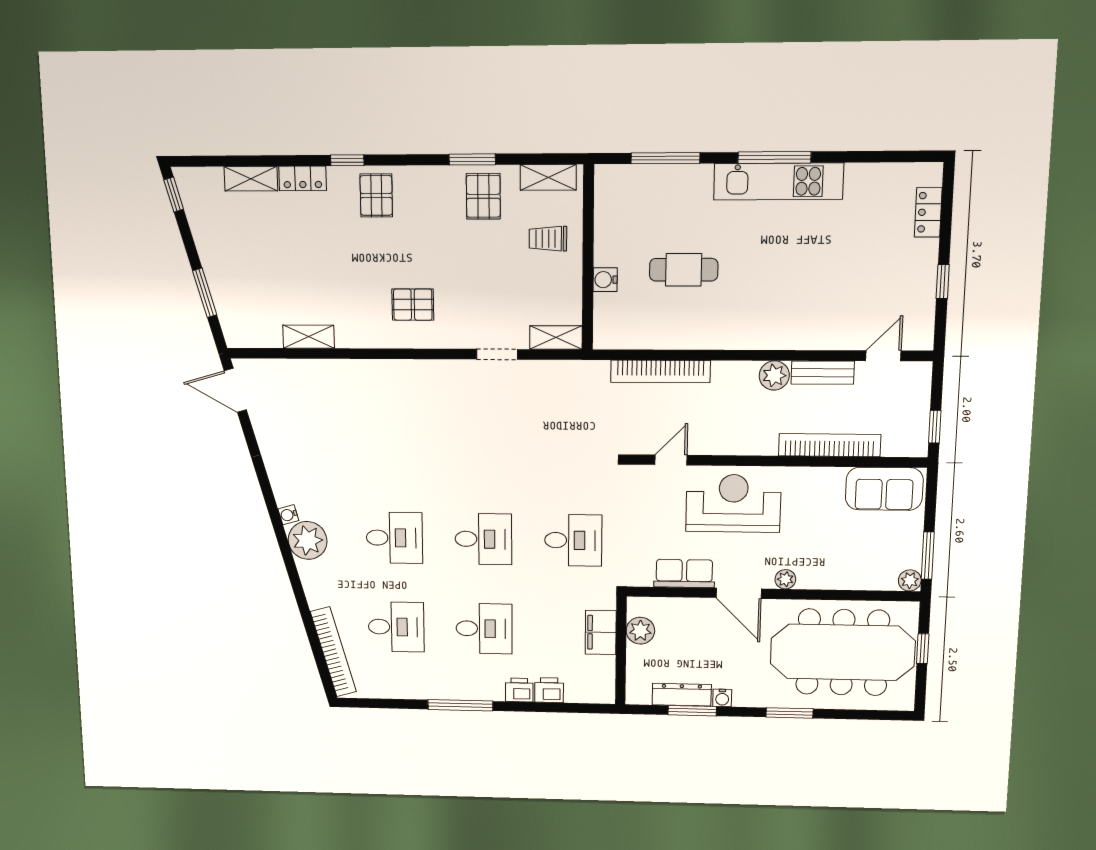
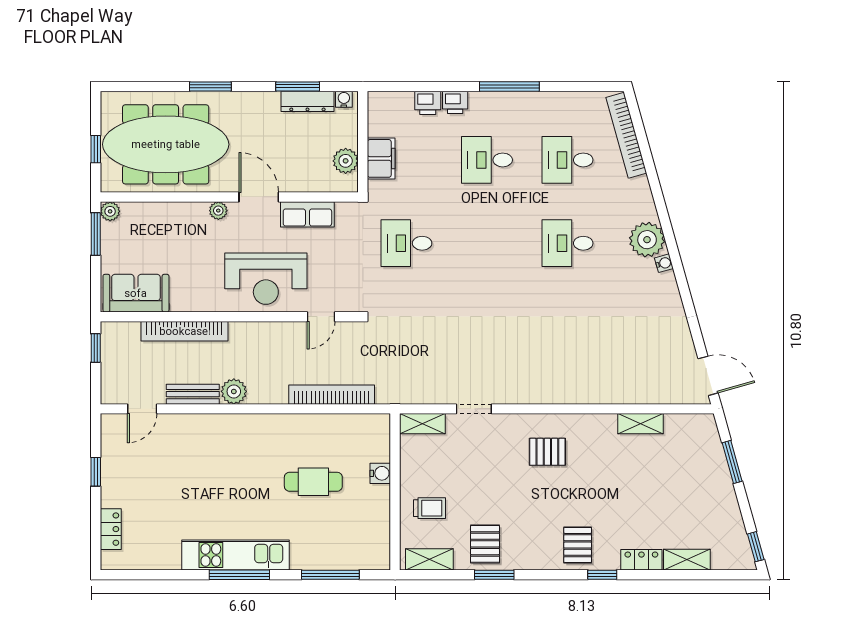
desk: (483, 539) -> (487, 243), removed
water cooler: (722, 698) -> (344, 99), moved

